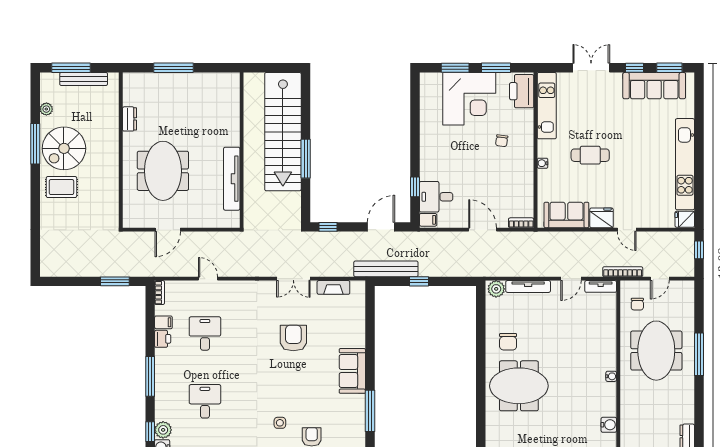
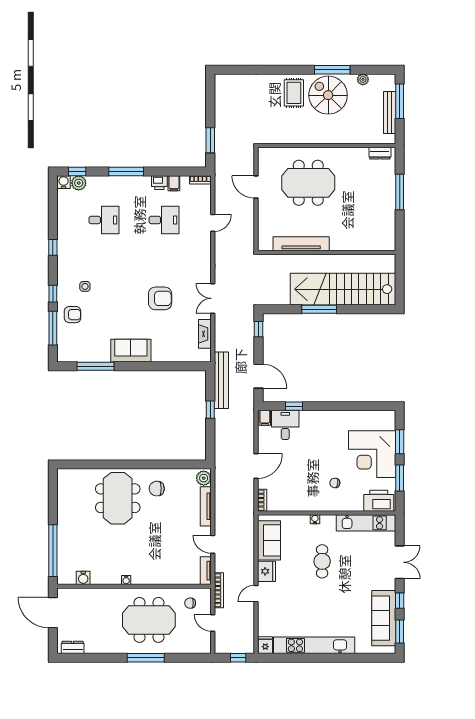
dresser: (129, 119) -> (380, 153), moved

